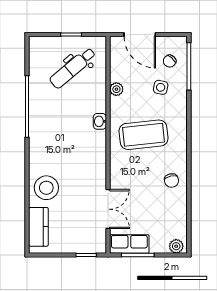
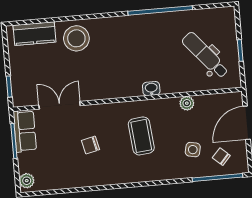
coffee table: (144, 135) -> (141, 136), width x0.73, depth x0.76
chair: (171, 181) -> (91, 145), moved
double door: (108, 209) -> (60, 105), swing flipped

